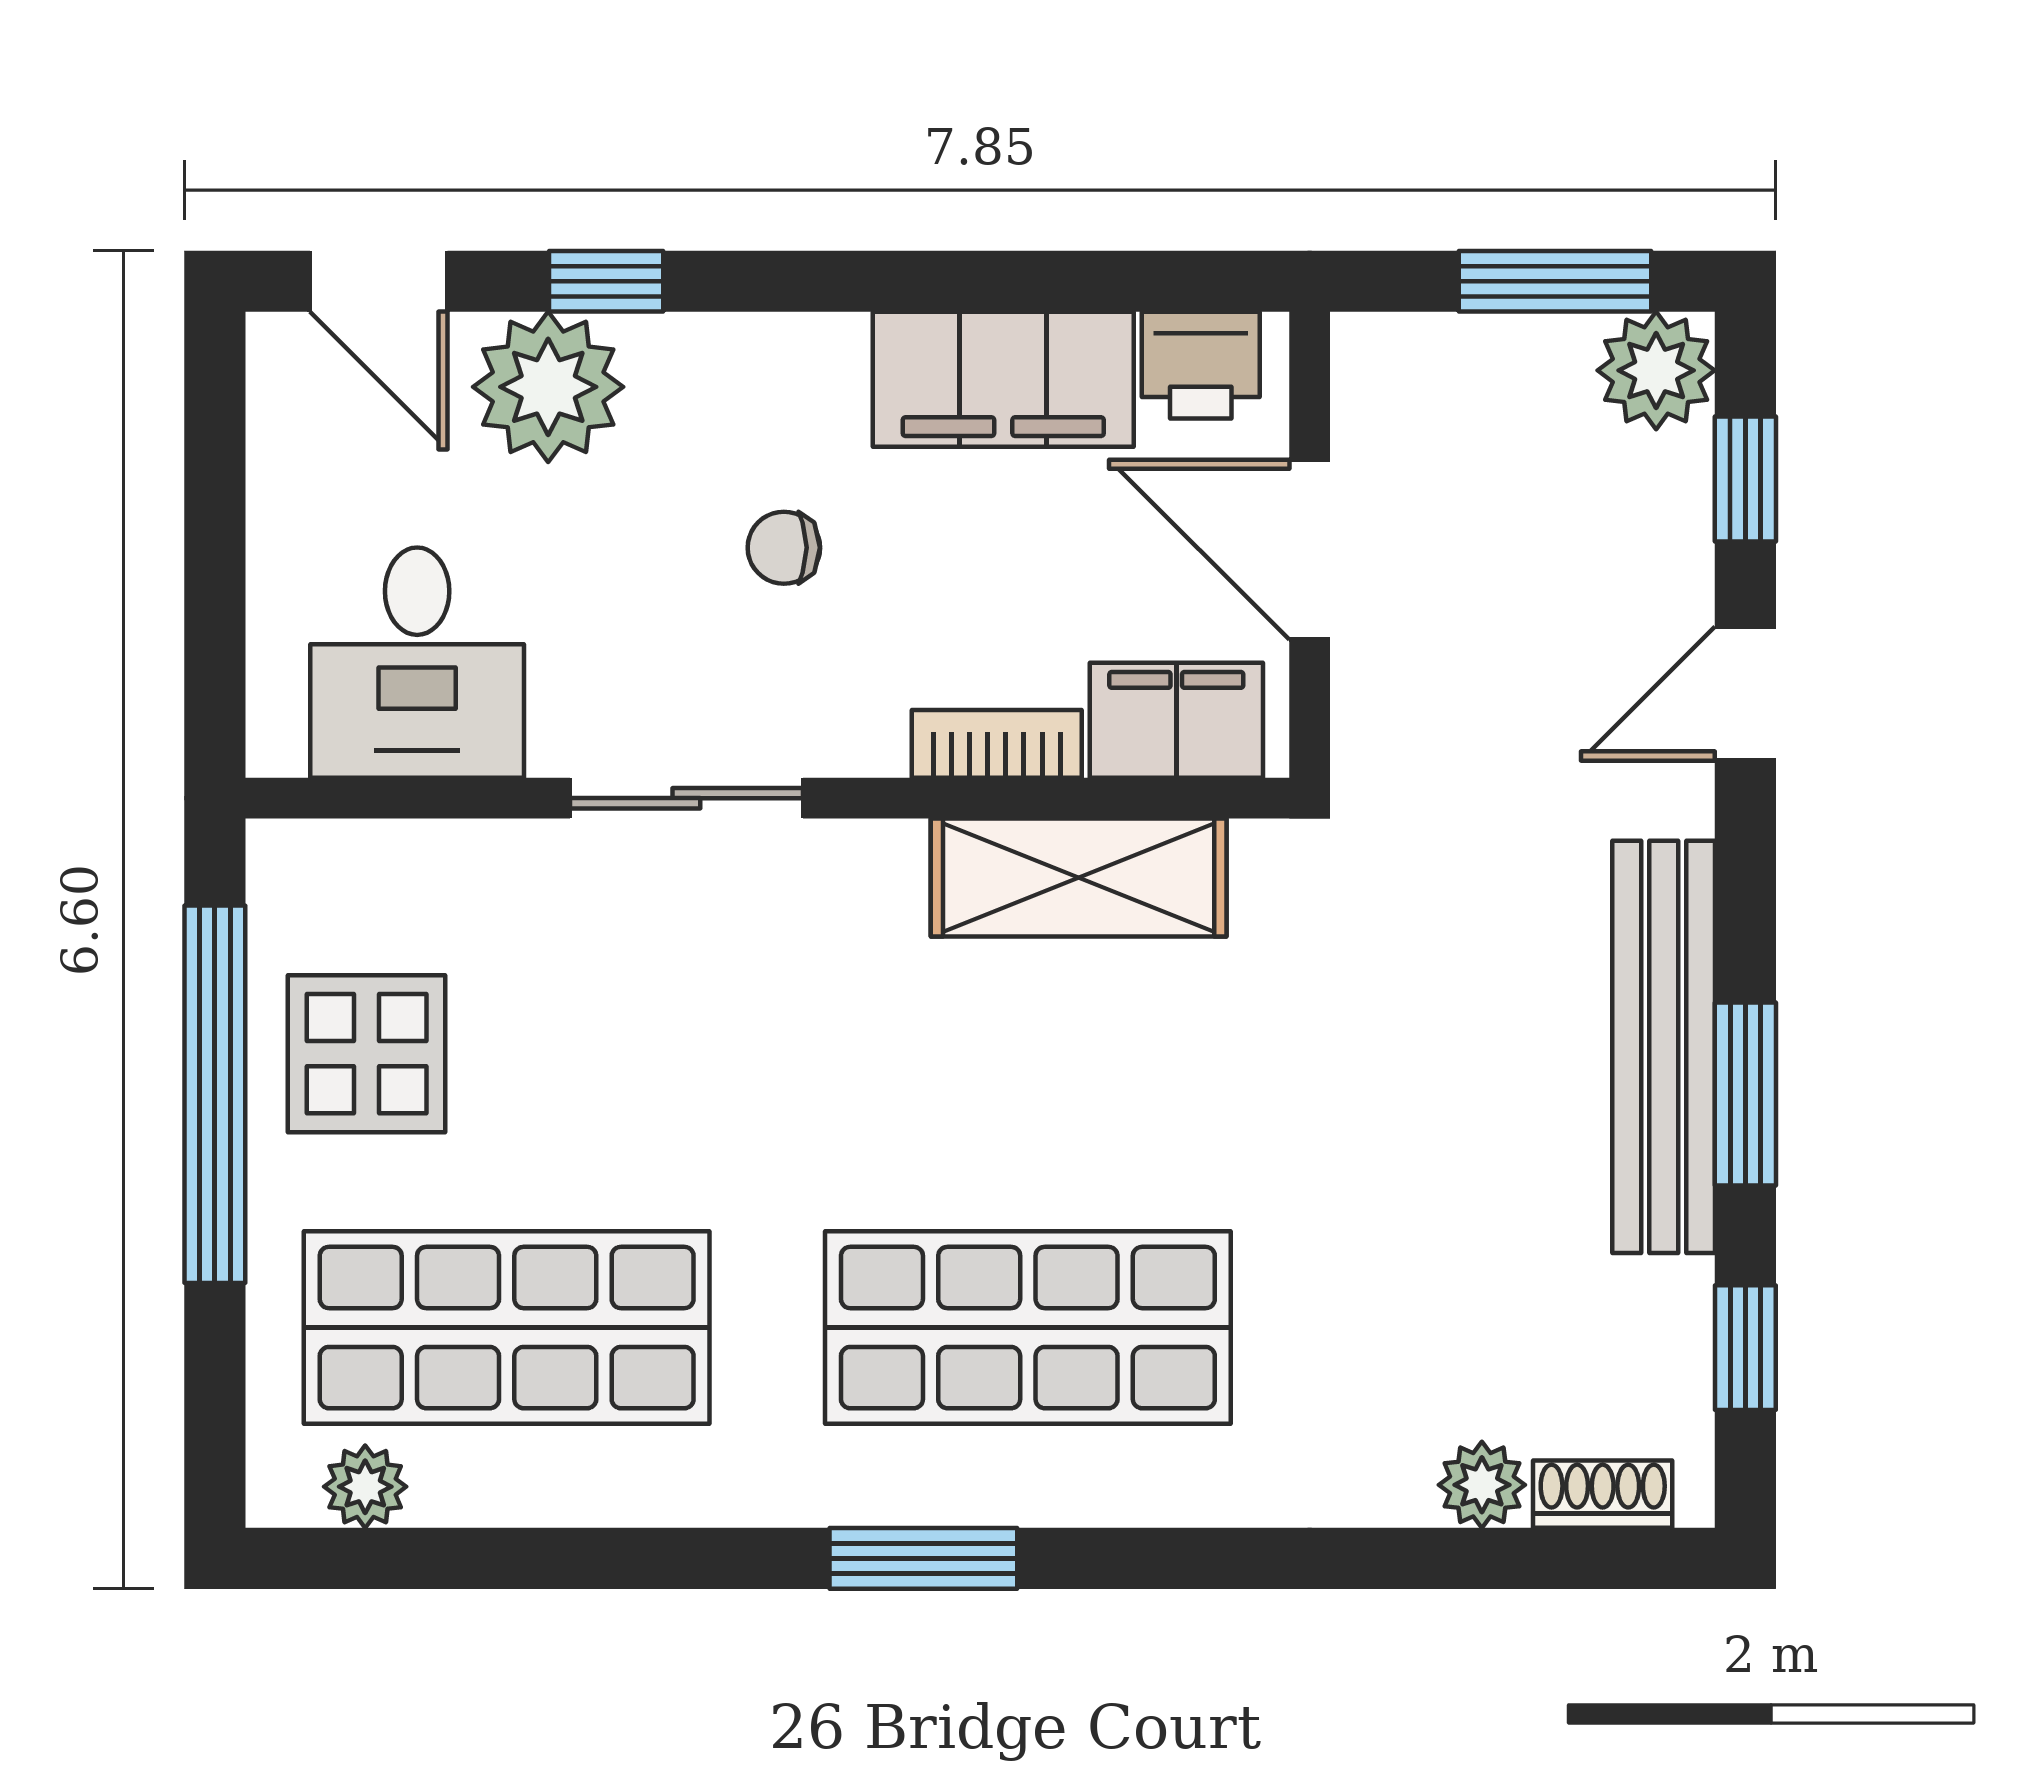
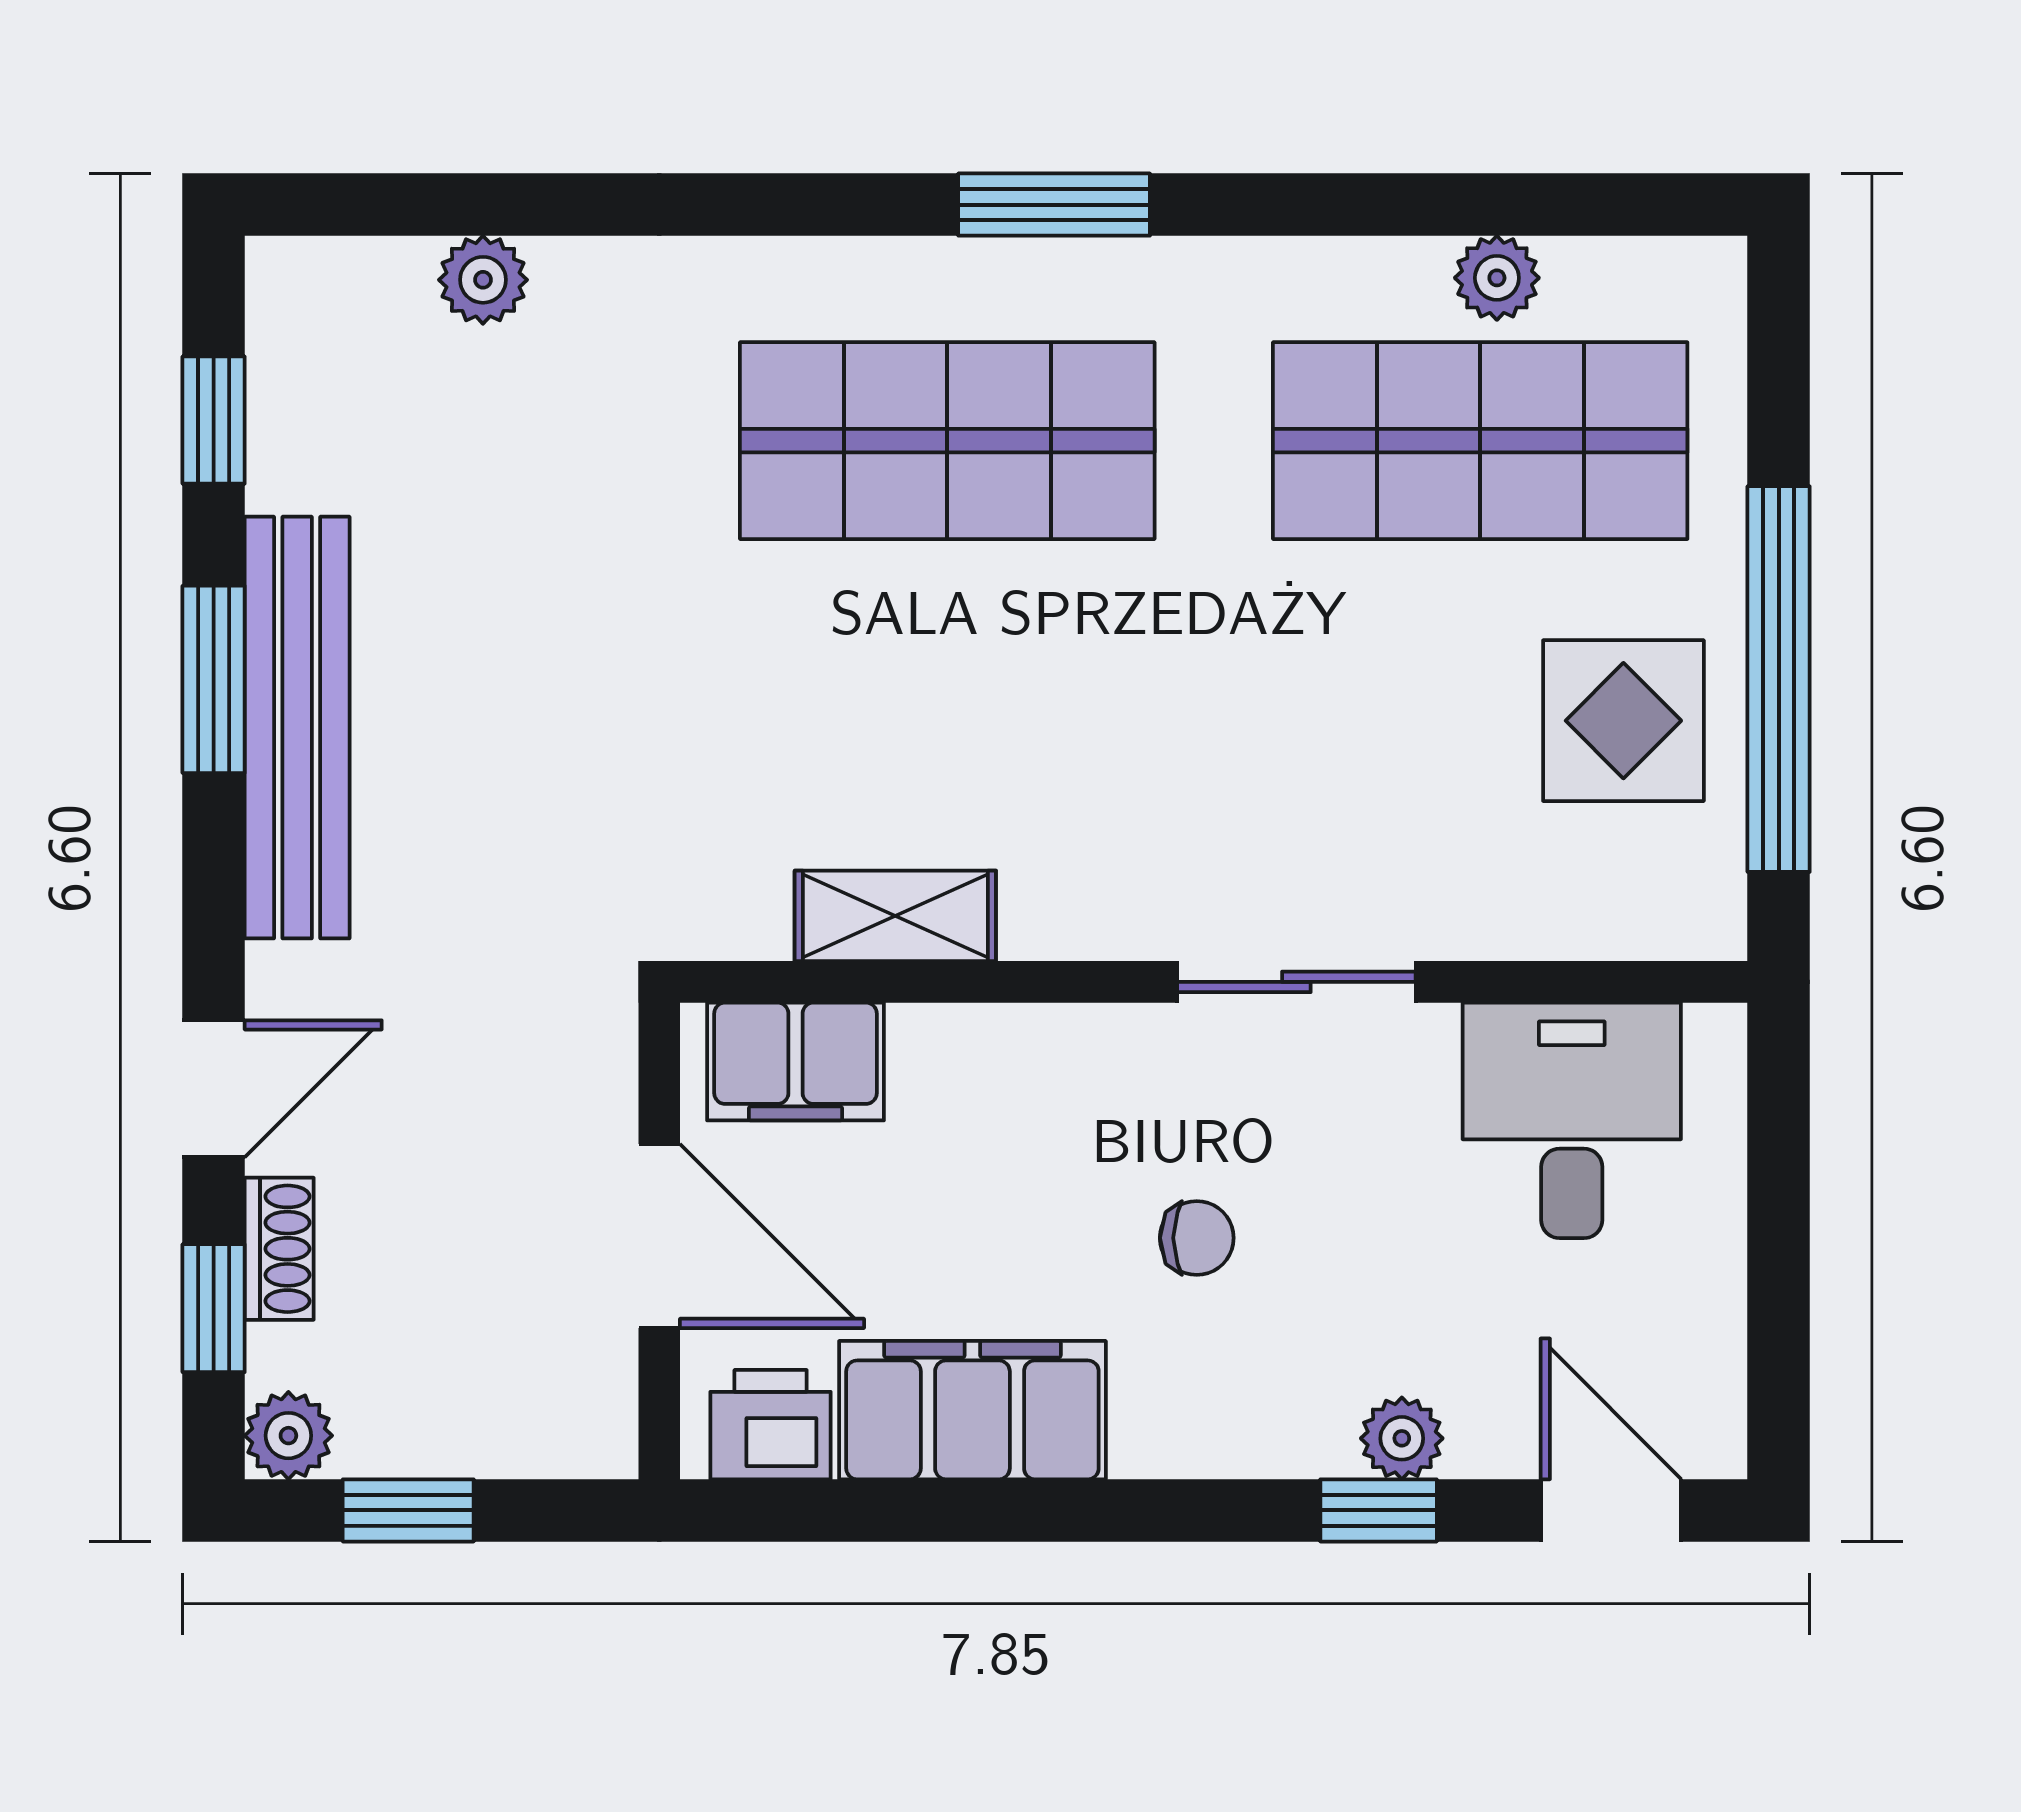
window: (1555, 281) -> (408, 1510), width x0.67
plant: (1656, 370) -> (288, 1436), width x0.73, depth x0.73
plant: (548, 387) -> (1402, 1438), width x0.53, depth x0.53
bookcase: (997, 744) -> (979, 1037), removed
shelving: (1079, 877) -> (895, 916), width x0.67, depth x0.75
plant: (365, 1487) -> (1497, 278), moved
shoe rack: (1603, 1494) -> (279, 1249), moved, turned -90

